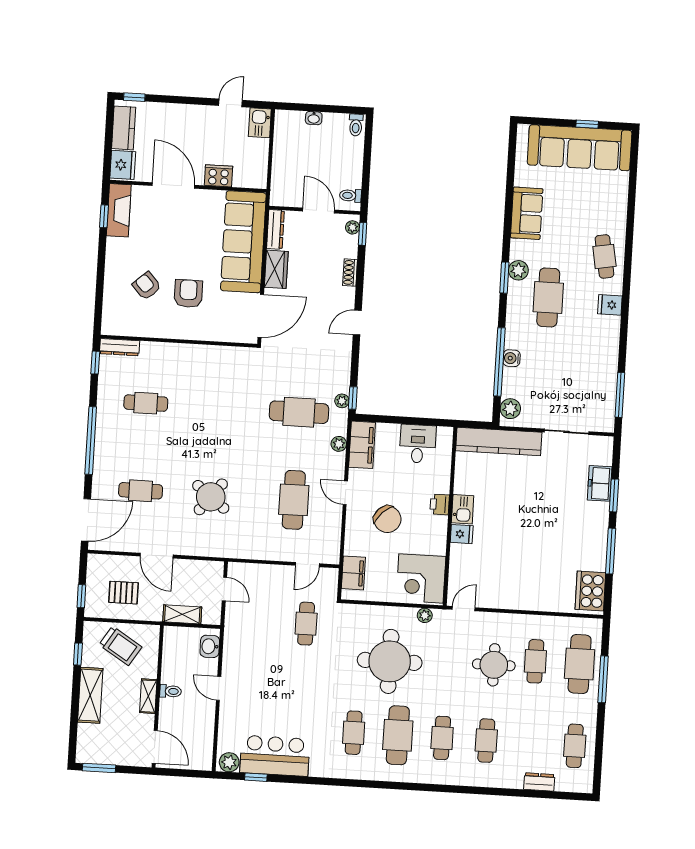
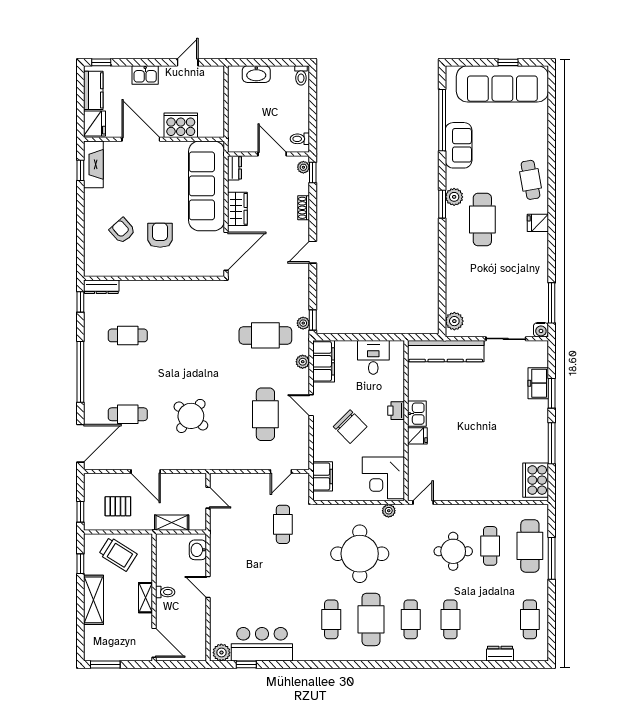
washbasin: (314, 118) -> (256, 74), width x1.91, depth x1.45
kitchen sink: (260, 123) -> (145, 75), moved, turned -90
cooker: (219, 176) -> (181, 125), width x1.37, depth x1.31
dresser: (275, 229) -> (235, 168), width x0.70
water cooler: (512, 358) -> (541, 330), moved, turned -90
window: (499, 362) -> (442, 120), moved

